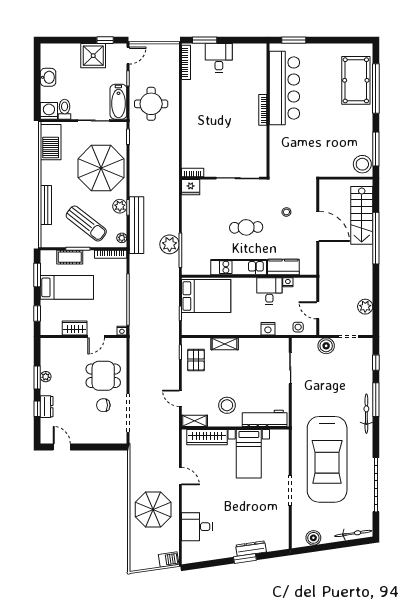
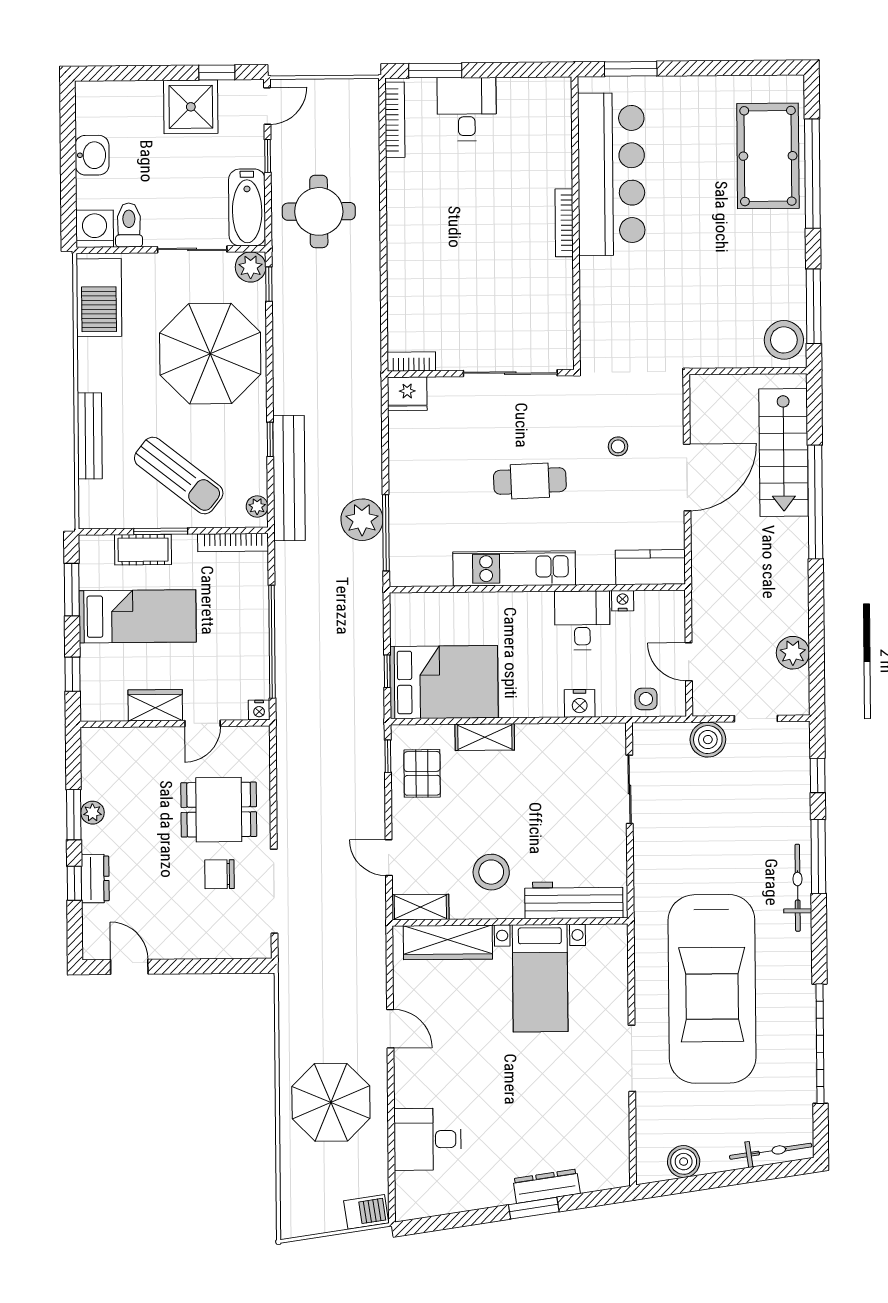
plant: (120, 206) -> (251, 267), moved
door: (318, 226) -> (687, 477), hinge flipped
kitchen counter: (283, 267) -> (650, 567), moved
bed: (206, 296) -> (444, 682), moved

